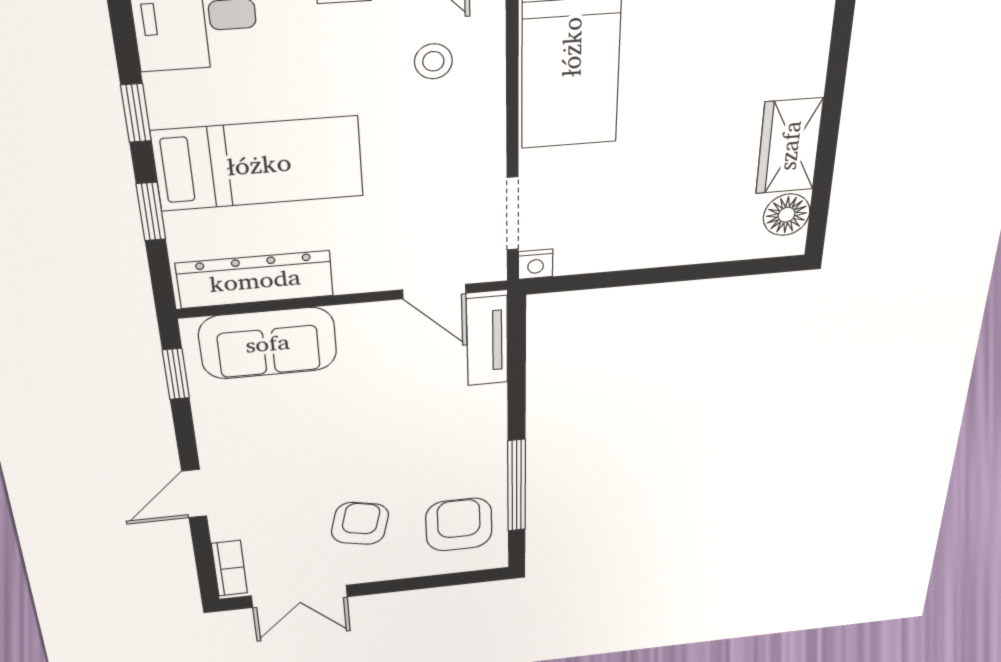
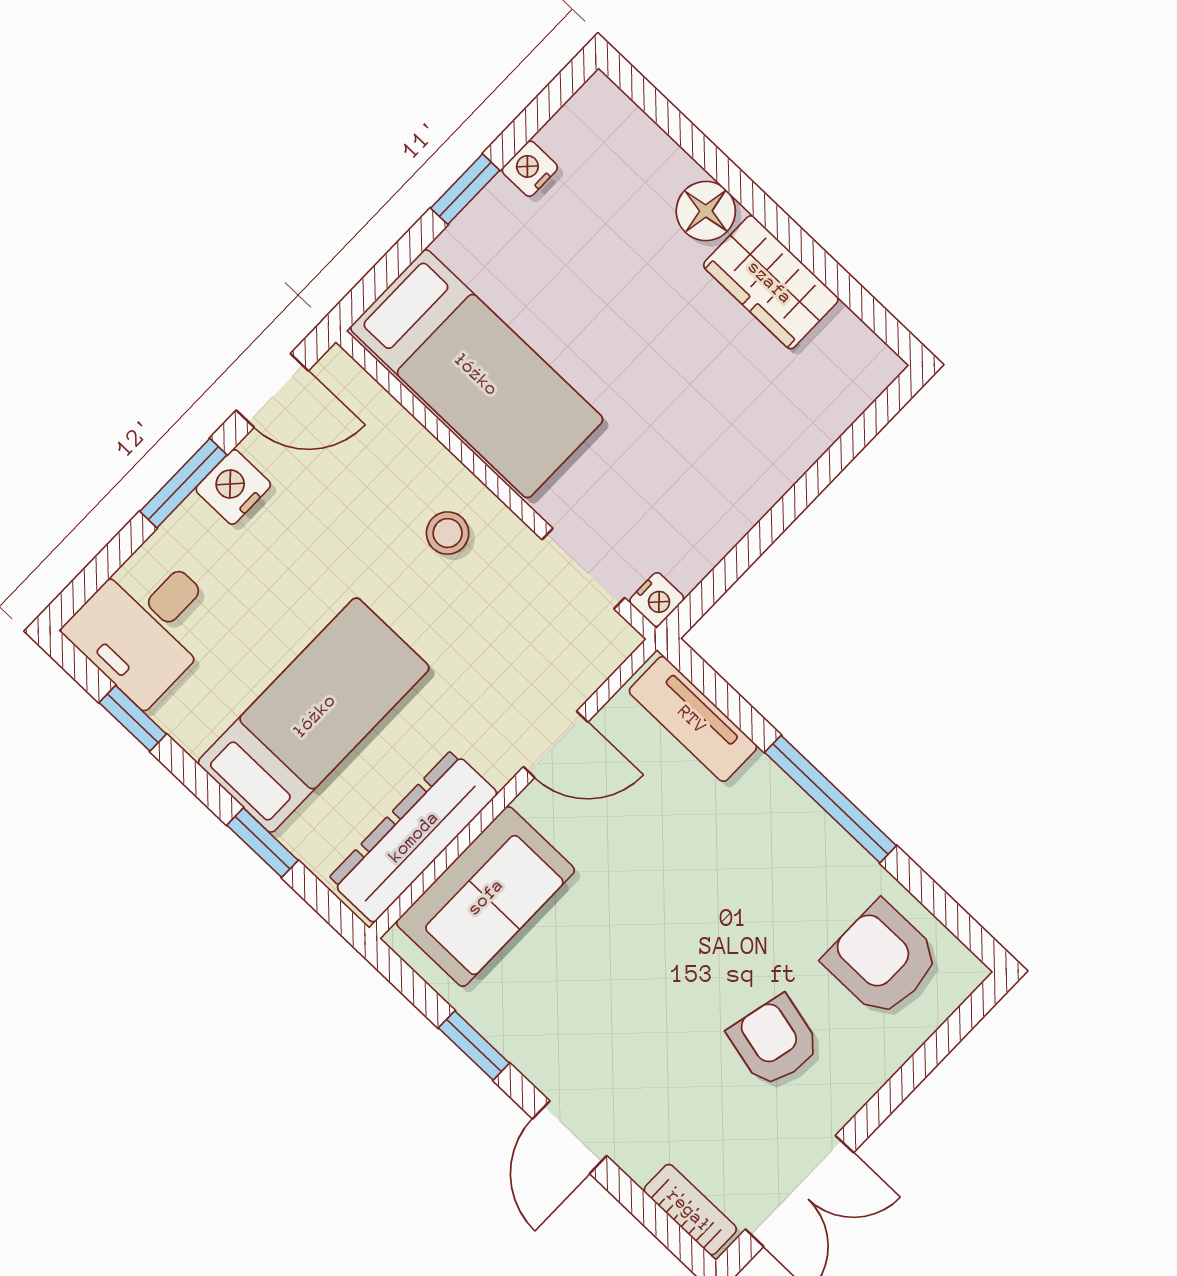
stool: (433, 61) -> (448, 533), moved
window: (136, 113) -> (133, 718), moved
floor lamp: (787, 215) -> (706, 211), moved
door: (434, 292) -> (556, 744), moved
window: (176, 374) -> (474, 1045), moved
window: (517, 486) -> (831, 799), moved

